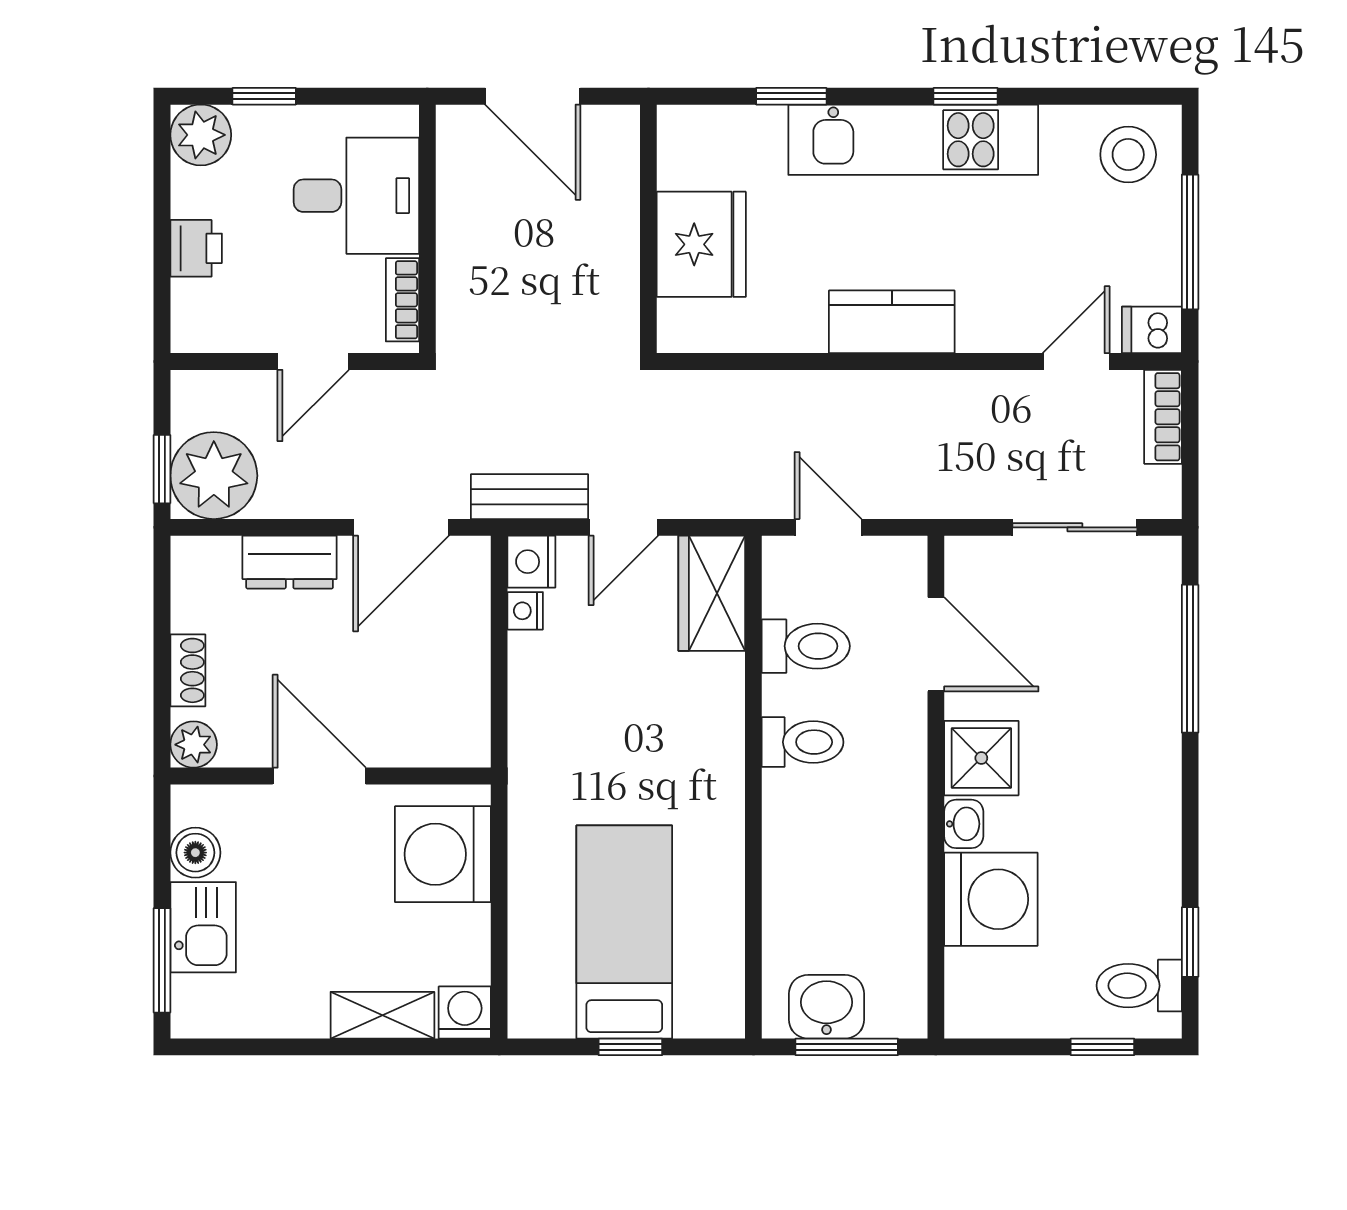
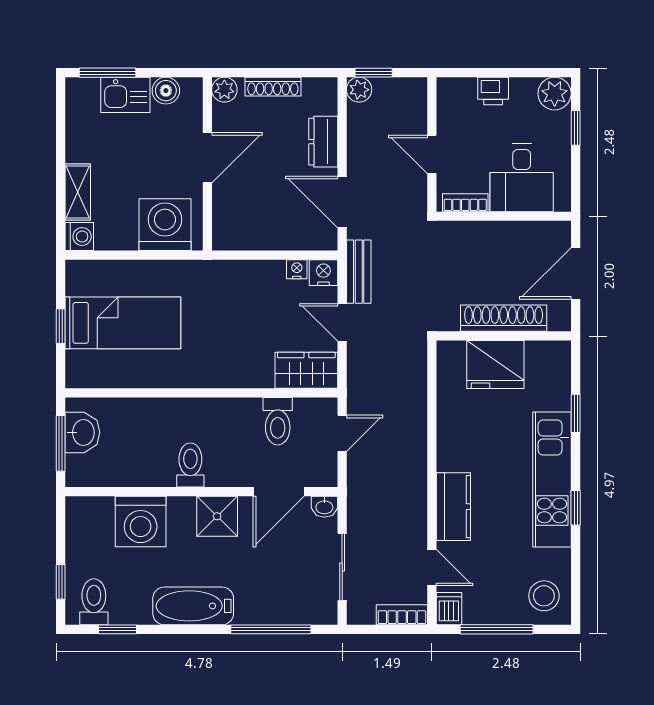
shoe rack: (616, 229) -> (504, 318), added
kitchen counter: (892, 322) -> (453, 507), moved
plant: (214, 476) -> (359, 90), width x0.53, depth x0.53
shoe rack: (188, 670) -> (273, 87), width x1.43
toilet: (803, 742) -> (190, 465), moved, turned 180
bathtub: (1147, 802) -> (193, 606), added
washbasin: (964, 824) -> (324, 507), moved

